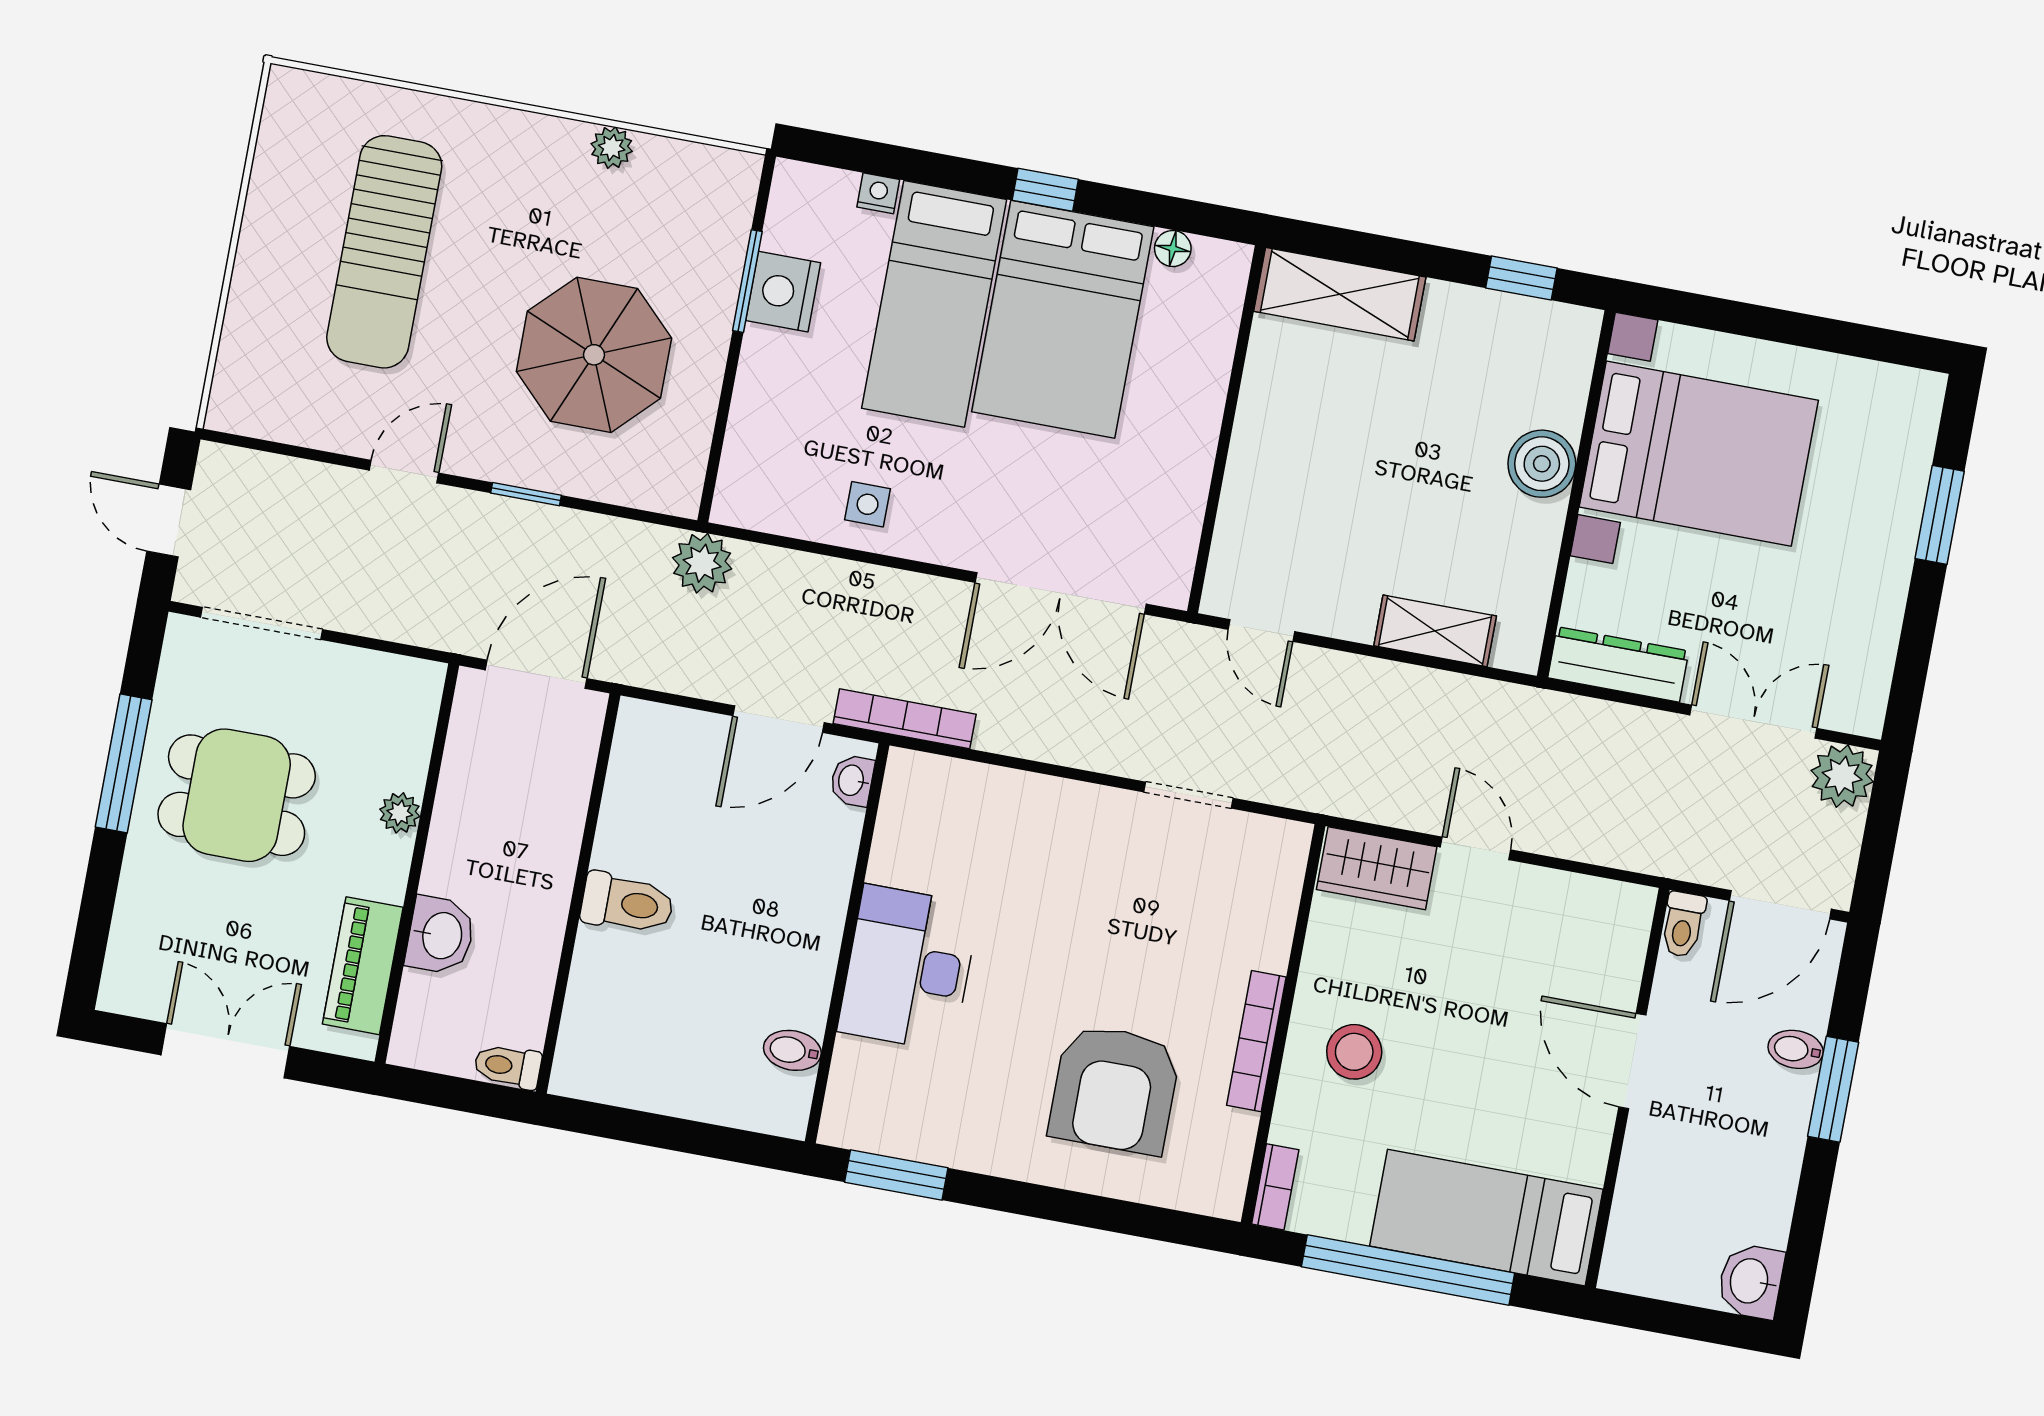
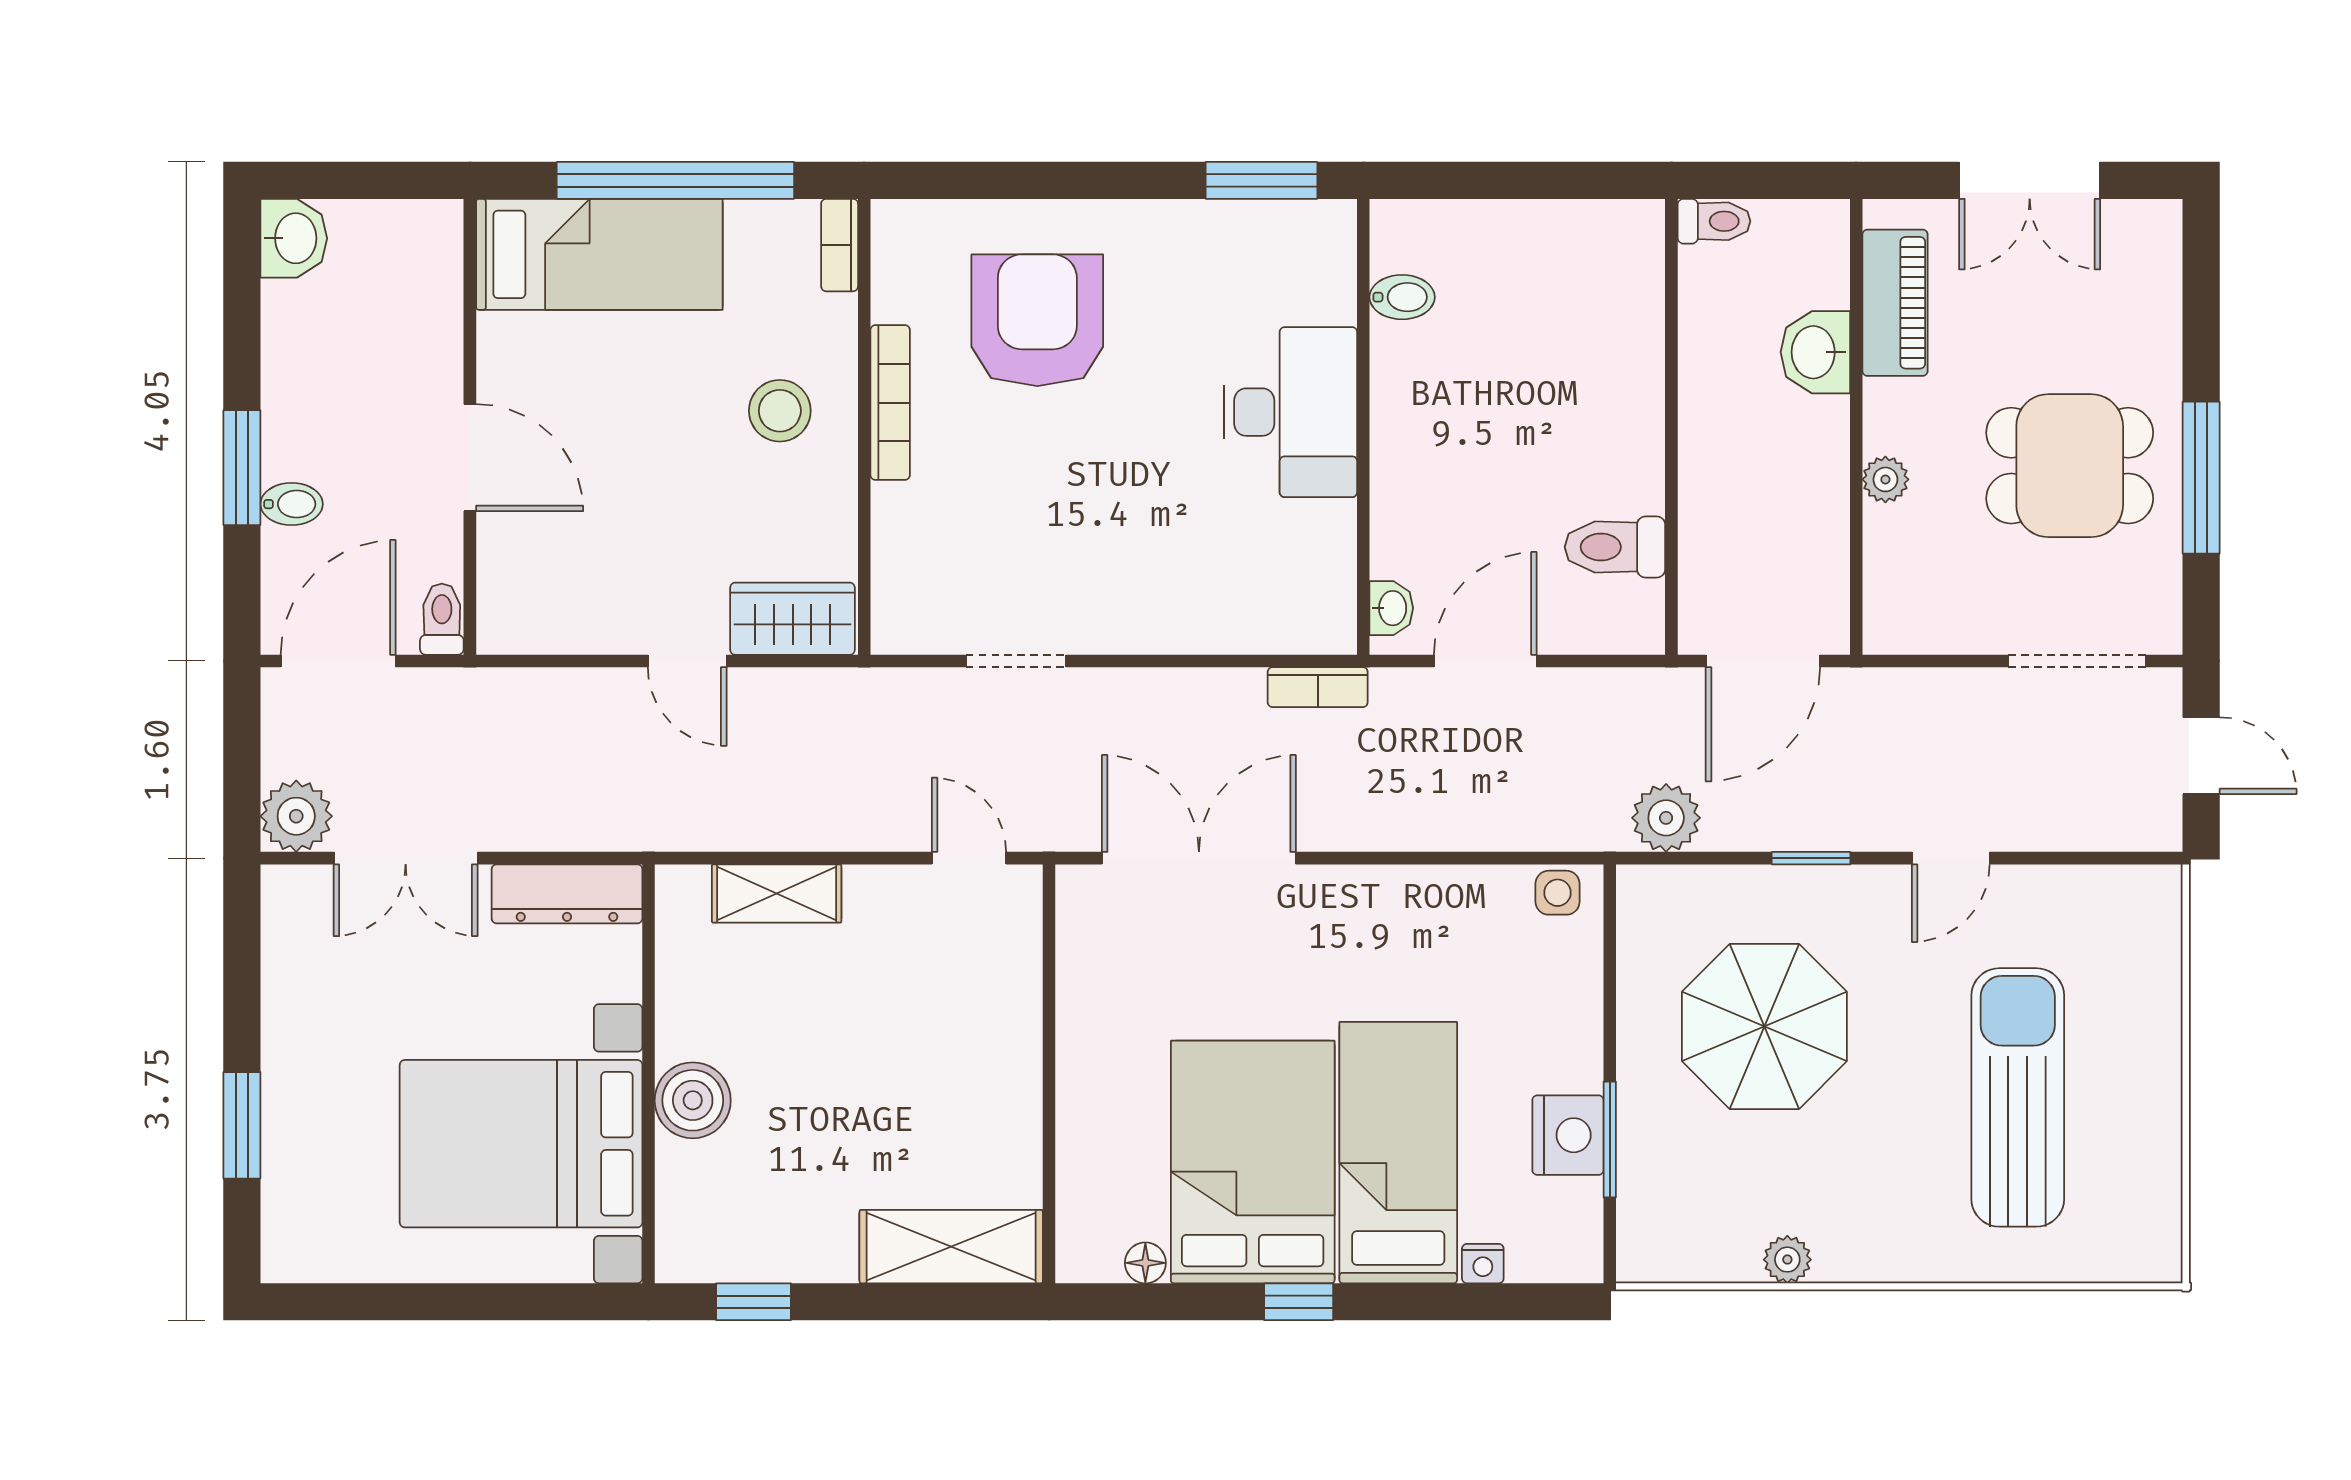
side table: (868, 504) -> (1558, 893), moved
plant: (702, 563) -> (1666, 818), moved
bookcase: (905, 719) -> (1318, 687), width x0.64
toilet: (627, 903) -> (1615, 547), moved

